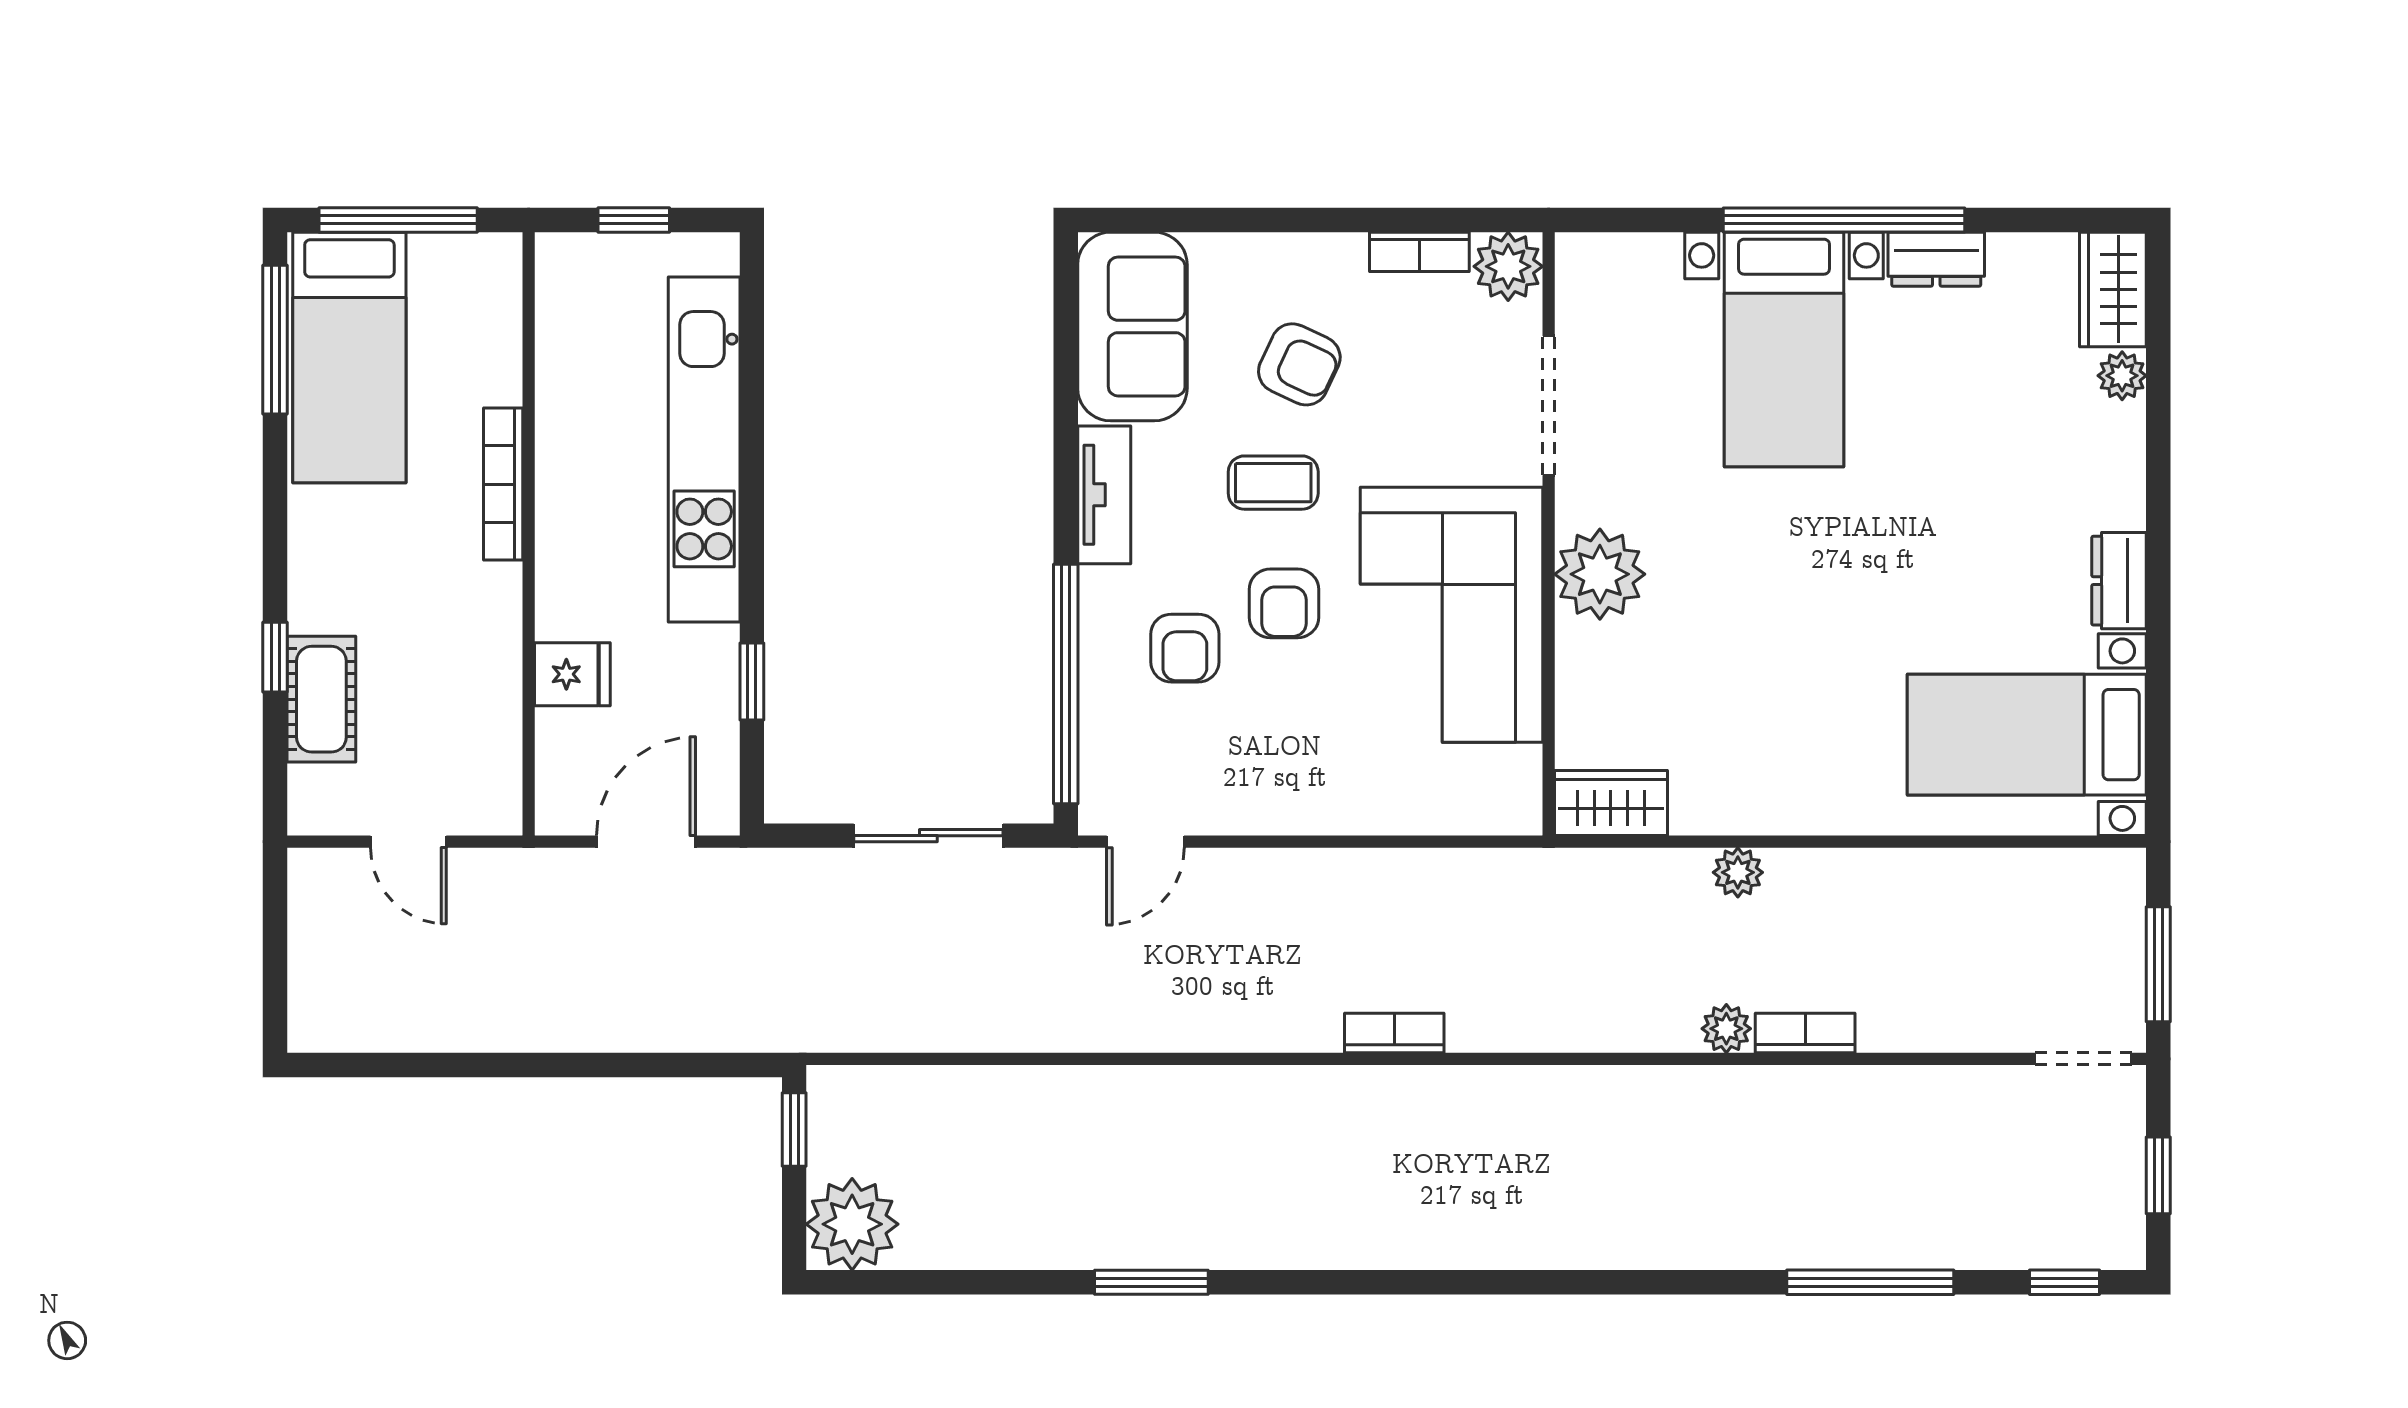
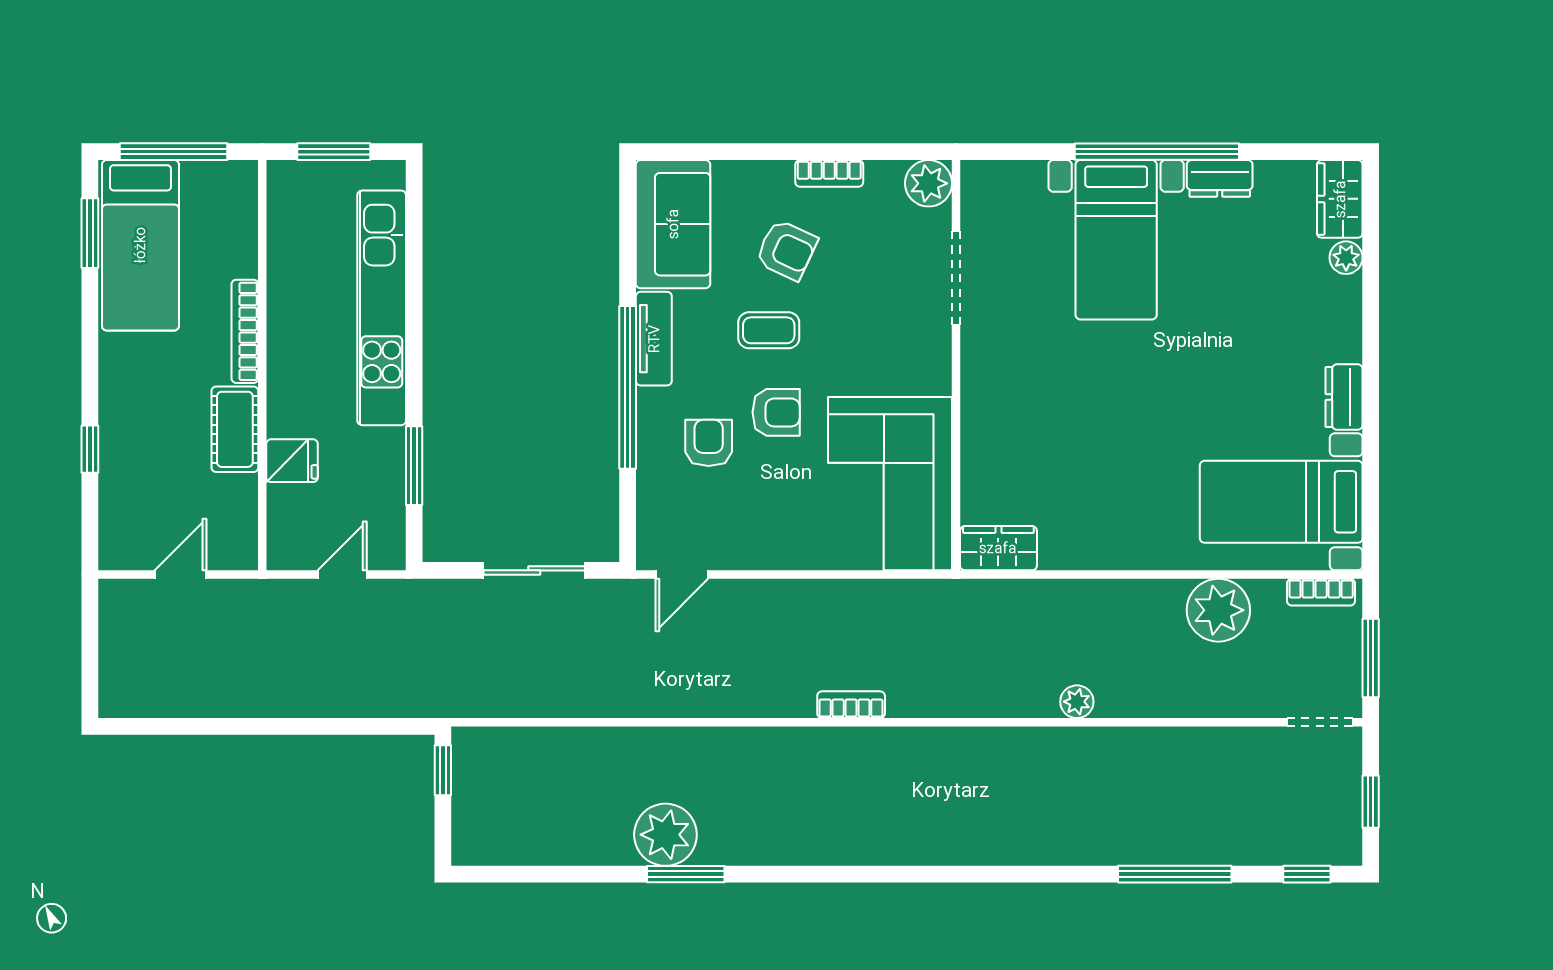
window: (634, 220) -> (334, 152), width x1.50
bookcase: (1419, 252) -> (829, 173), moved
window: (275, 340) -> (90, 233), width x0.69
plant: (1600, 574) -> (991, 393), removed
armchair: (1284, 603) -> (776, 412), turned -90
corner sofa: (1452, 615) -> (890, 484), moved
armchair: (1185, 648) -> (709, 443), turned 180
window: (752, 682) -> (414, 466), width x1.50
window: (1066, 684) -> (628, 387), moved
cot: (321, 699) -> (235, 429), moved
door: (408, 842) -> (181, 575), swing flipped
door: (646, 842) -> (342, 575), width x0.73
plant: (1738, 872) -> (1218, 610), moved, width x1.88, depth x1.88
bookcase: (1805, 1033) -> (1321, 592), moved, turned 180
plant: (852, 1224) -> (665, 835), moved

